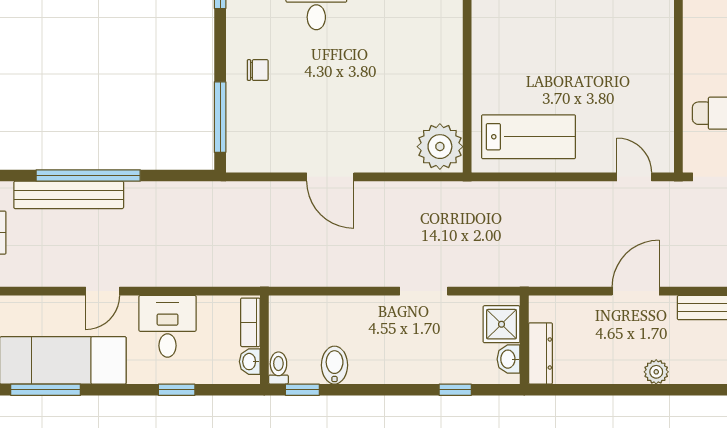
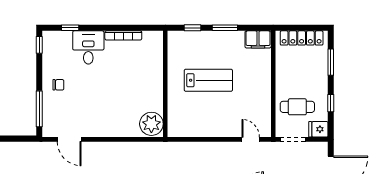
lab bench: (529, 137) -> (208, 80), moved
door: (330, 177) -> (69, 139), moved

